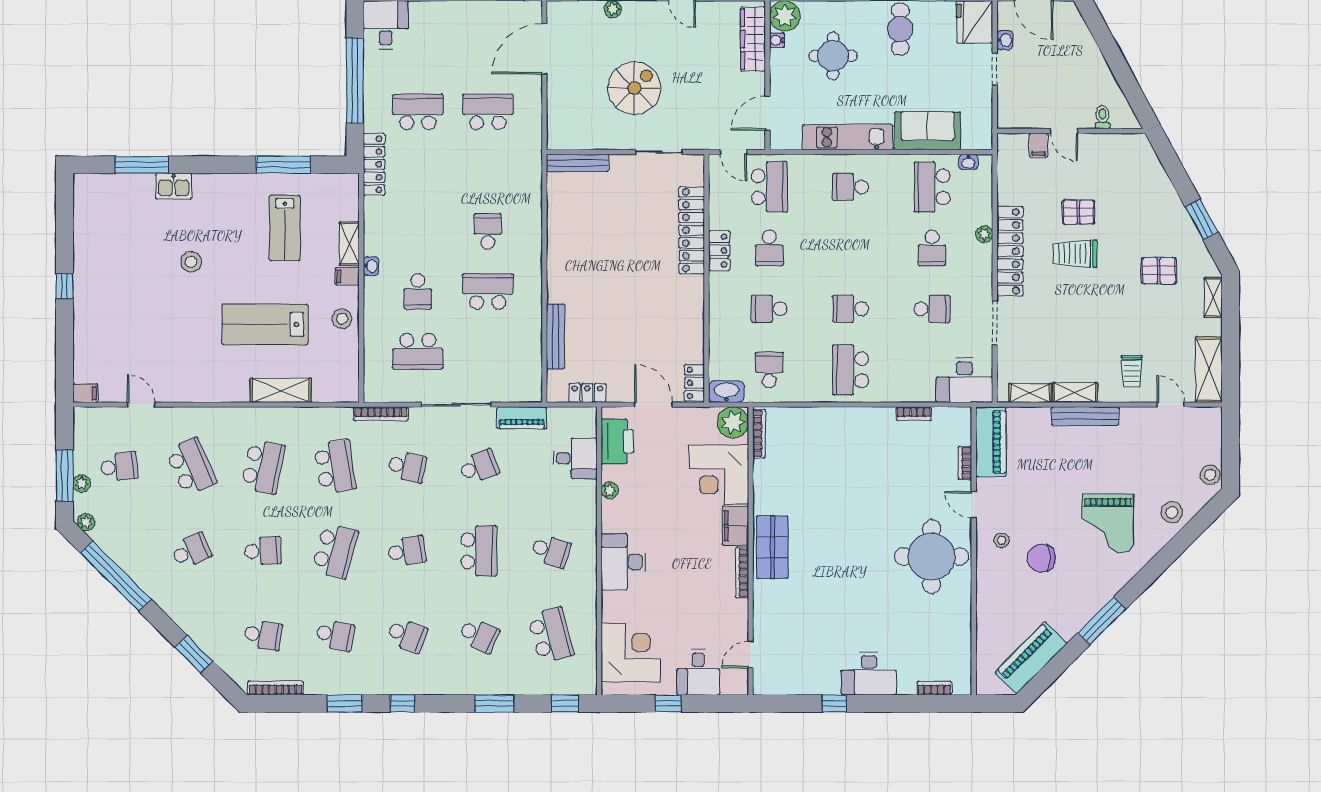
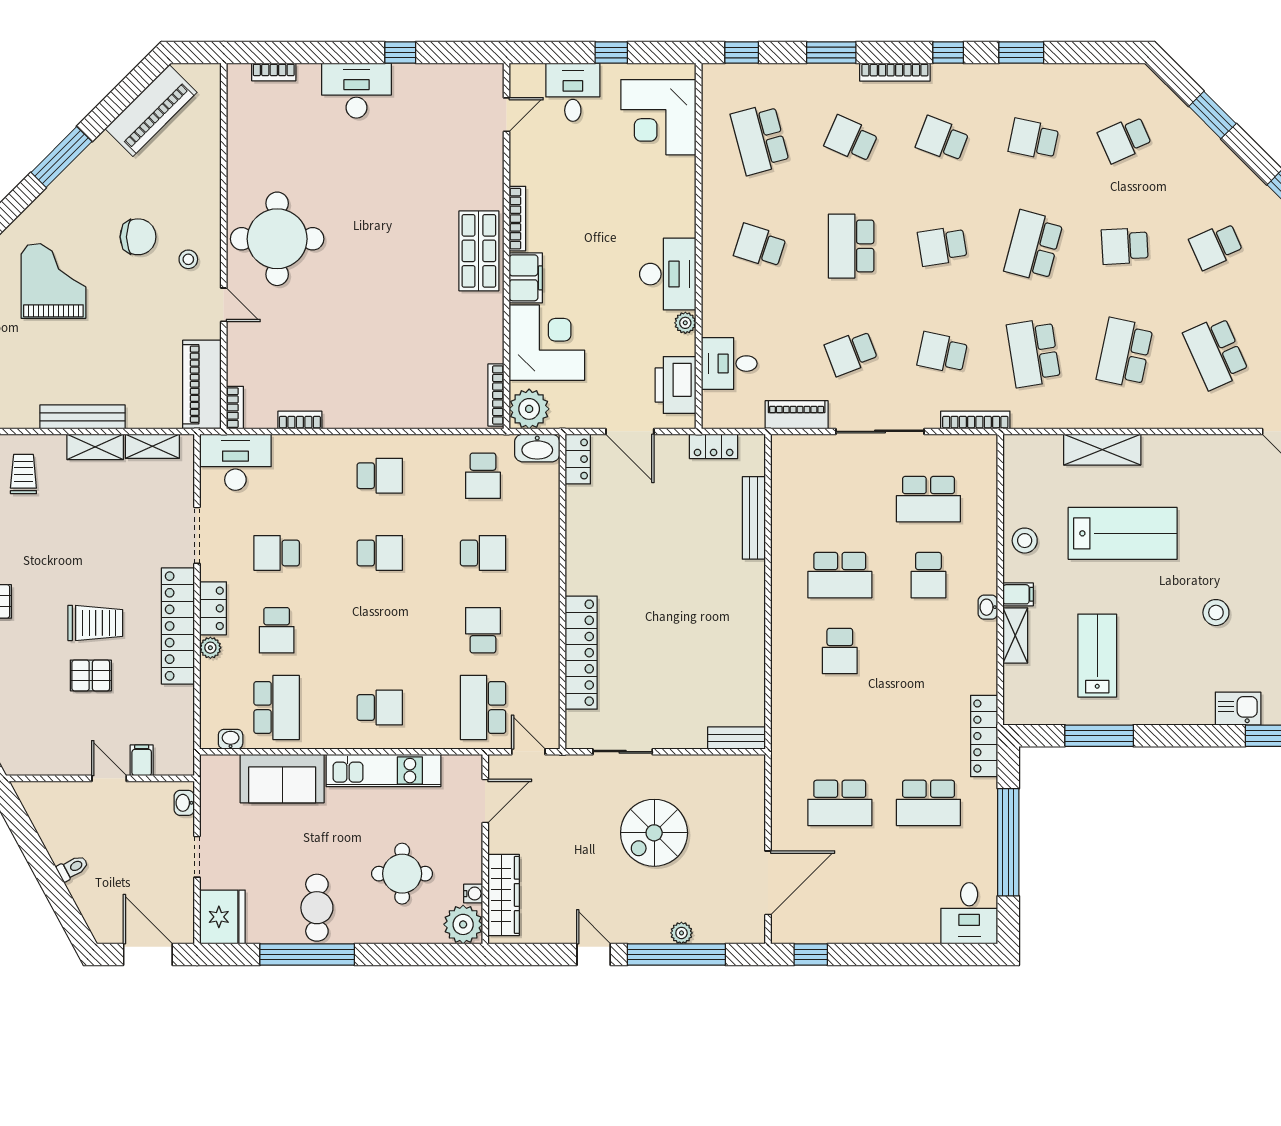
washbasin: (1005, 40) -> (184, 803), moved
toilet: (1102, 117) -> (73, 868), moved, turned -118
bench: (578, 163) -> (736, 738), width x0.73
school desk: (932, 248) -> (277, 630), turned 180
locker: (719, 251) -> (213, 608), moved, turned 180
school desk: (418, 291) -> (928, 575), turned 180
school desk: (418, 351) -> (928, 499), turned 180
school desk: (851, 370) -> (380, 476), width x0.54
bookcase: (965, 463) -> (235, 408), moved
desk: (623, 562) -> (668, 274), moved
school desk: (263, 635) -> (1125, 139), turned -33
bookcase: (276, 688) -> (895, 72), moved

